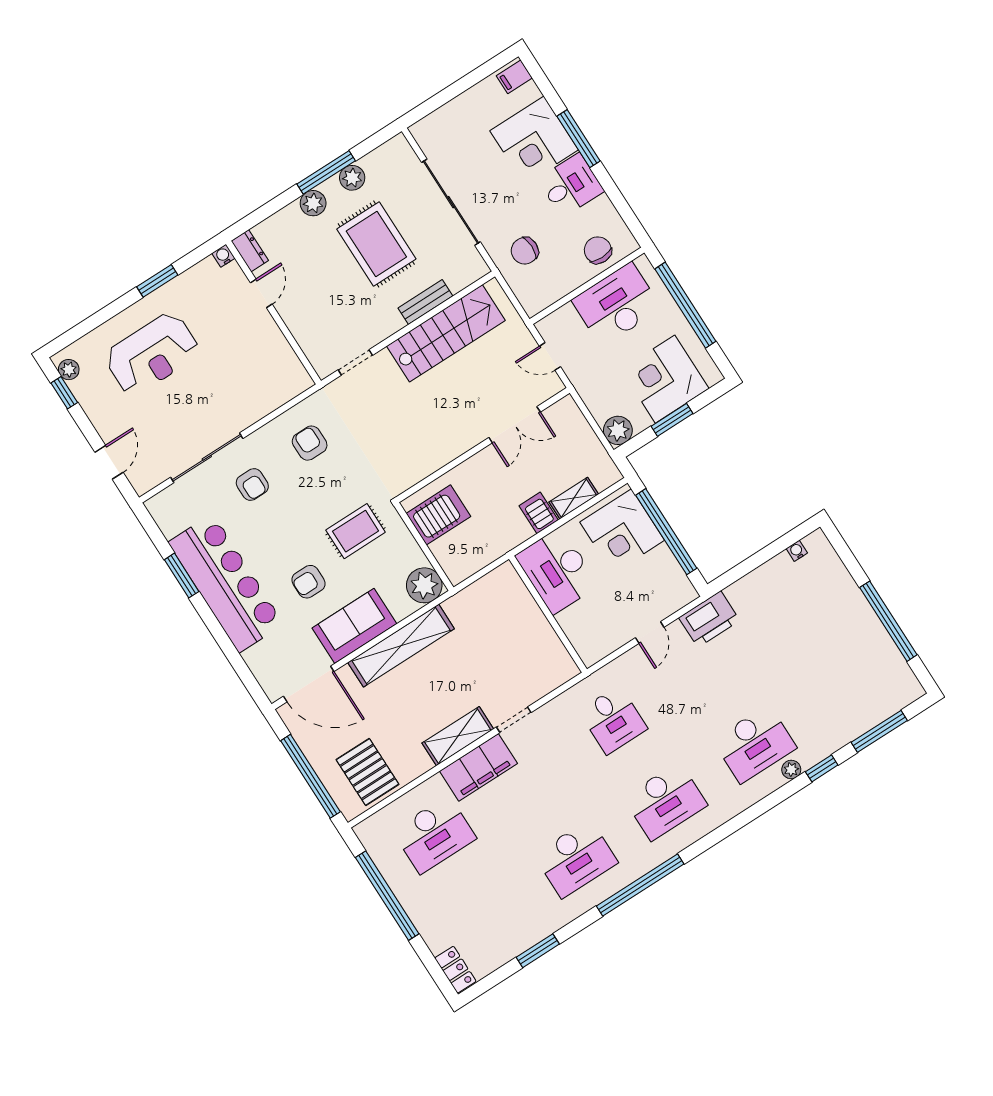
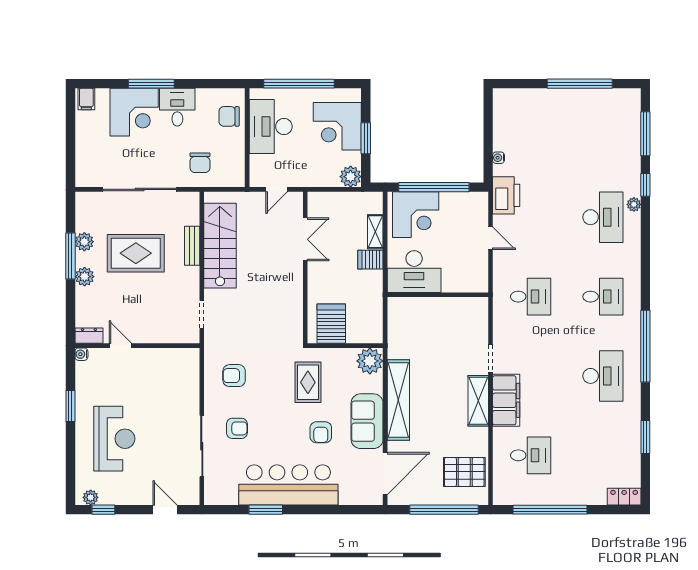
water cooler: (797, 551) -> (499, 158), moved
desk: (665, 801) -> (603, 297), width x0.73
desk: (434, 835) -> (531, 455), width x0.73

